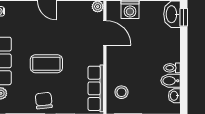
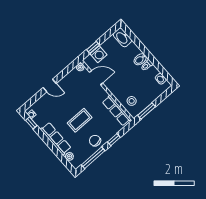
window: (184, 17) -> (130, 34), removed
bidet: (170, 81) -> (140, 59), moved

